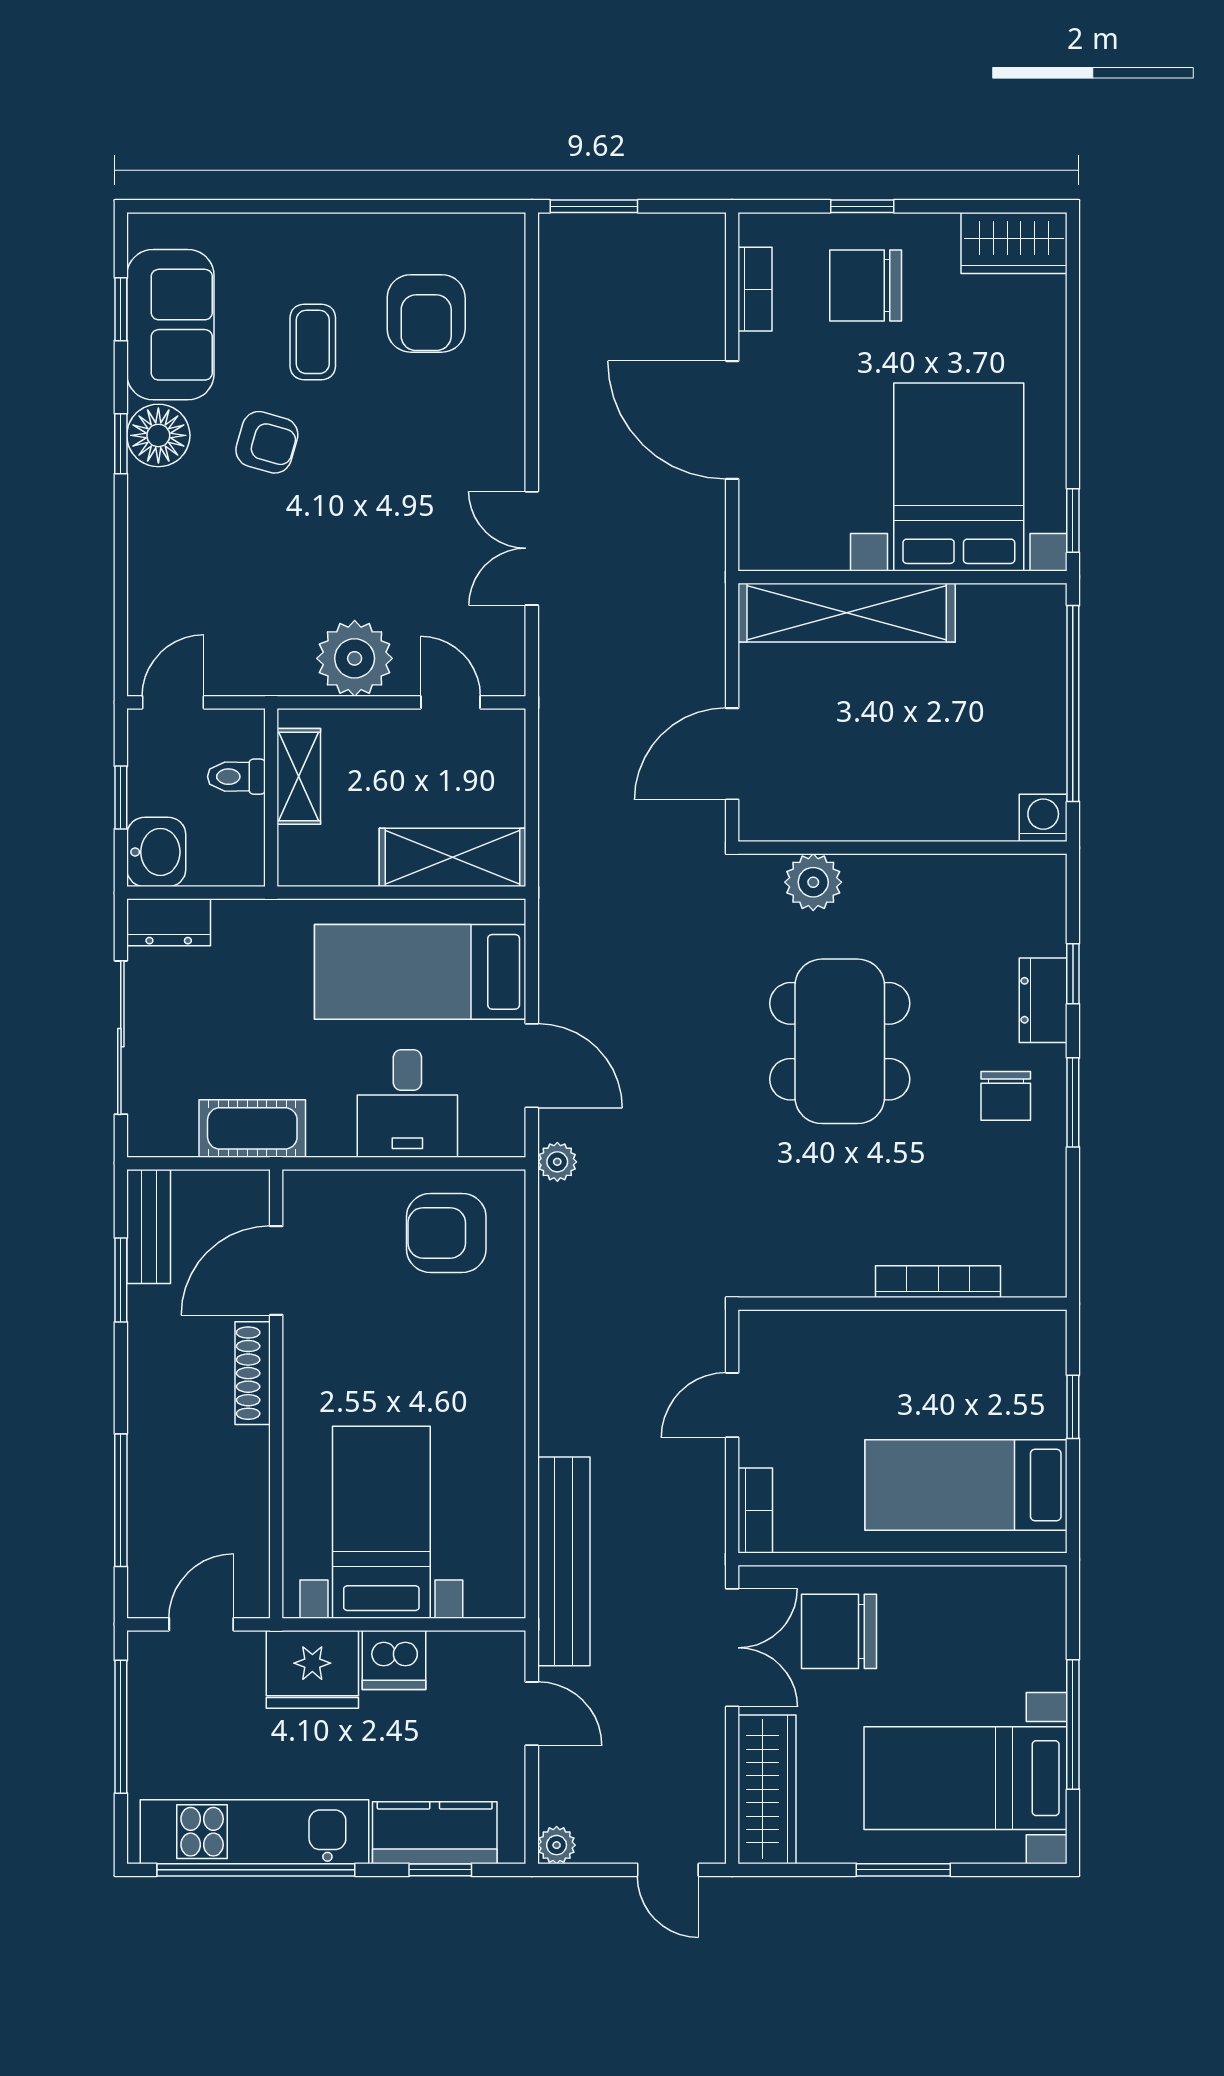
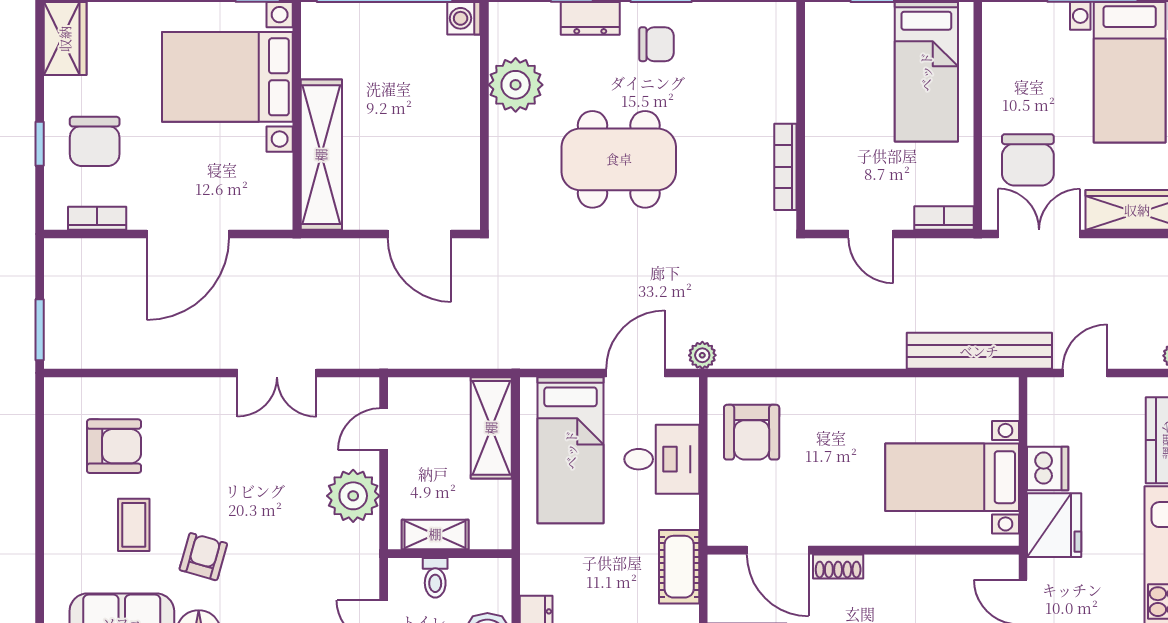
coffee table: (313, 342) -> (134, 525), turned 90
plant: (813, 882) -> (516, 85), moved, width x1.36, depth x1.36
bookcase: (938, 1282) -> (785, 167), moved
shoe rack: (253, 1373) -> (838, 566), width x0.70

